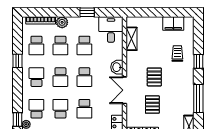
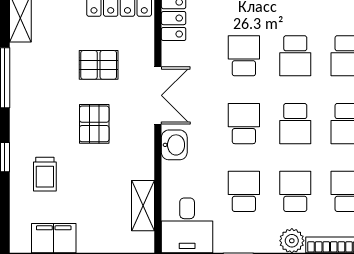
school desk: (60, 77) -> (295, 124), turned 180
pallet: (152, 105) -> (99, 65), turned 90

